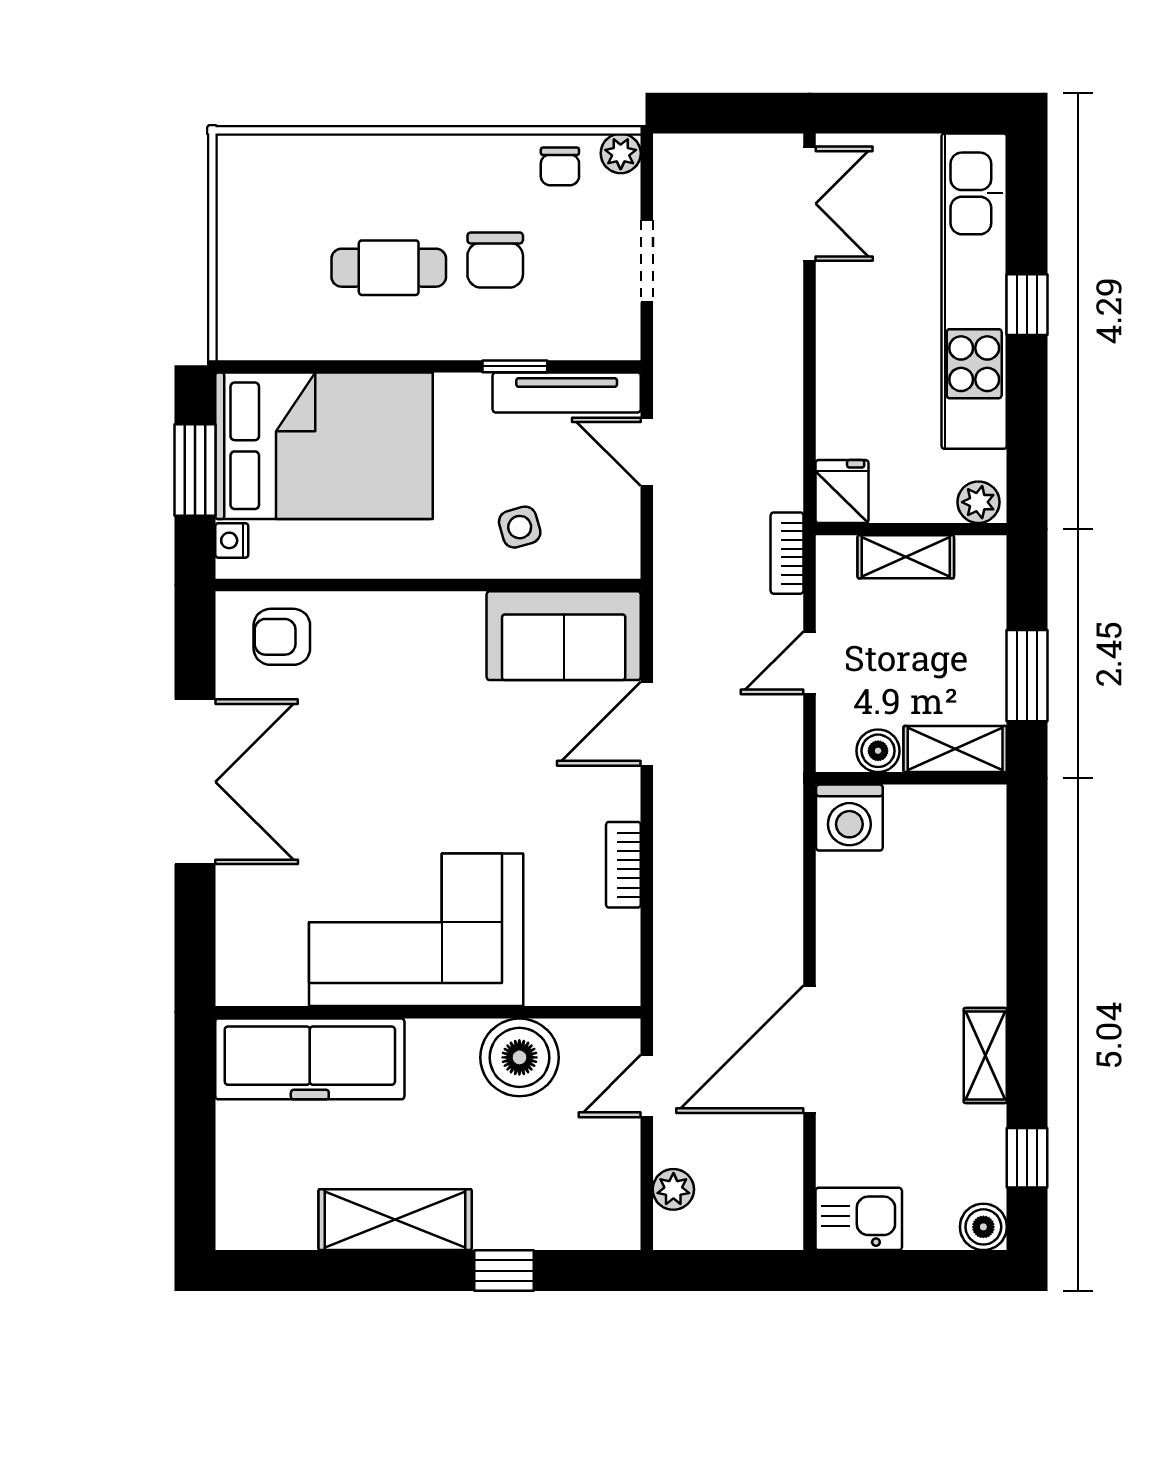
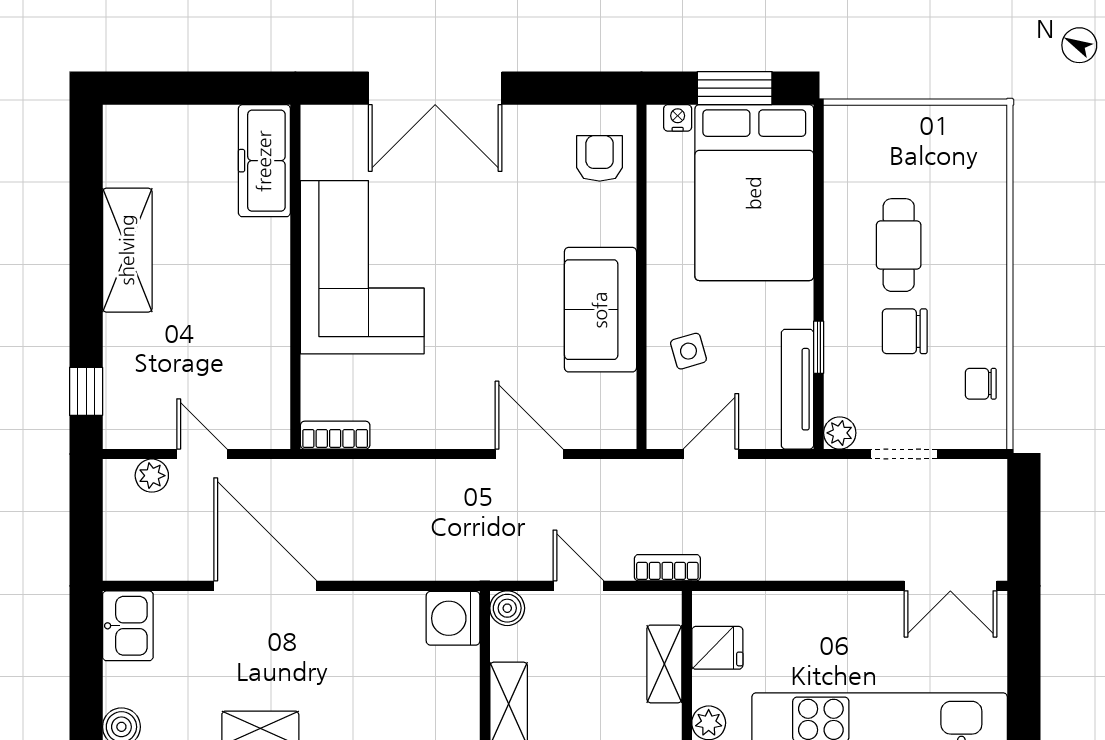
plant: (621, 153) -> (840, 433), moved
door: (647, 452) -> (711, 454), moved
fridge: (842, 491) -> (717, 648), moved
sofa: (564, 636) -> (600, 310), moved
boiler: (878, 751) -> (507, 608), moved
double door: (195, 782) -> (435, 88), moved
bookcase: (623, 865) -> (335, 435), moved
boiler: (519, 1057) -> (259, 351), removed
freezer: (310, 1059) -> (264, 161), width x0.73, depth x0.79
door: (647, 1086) -> (202, 454), moved
window: (504, 1271) -> (86, 391), moved

